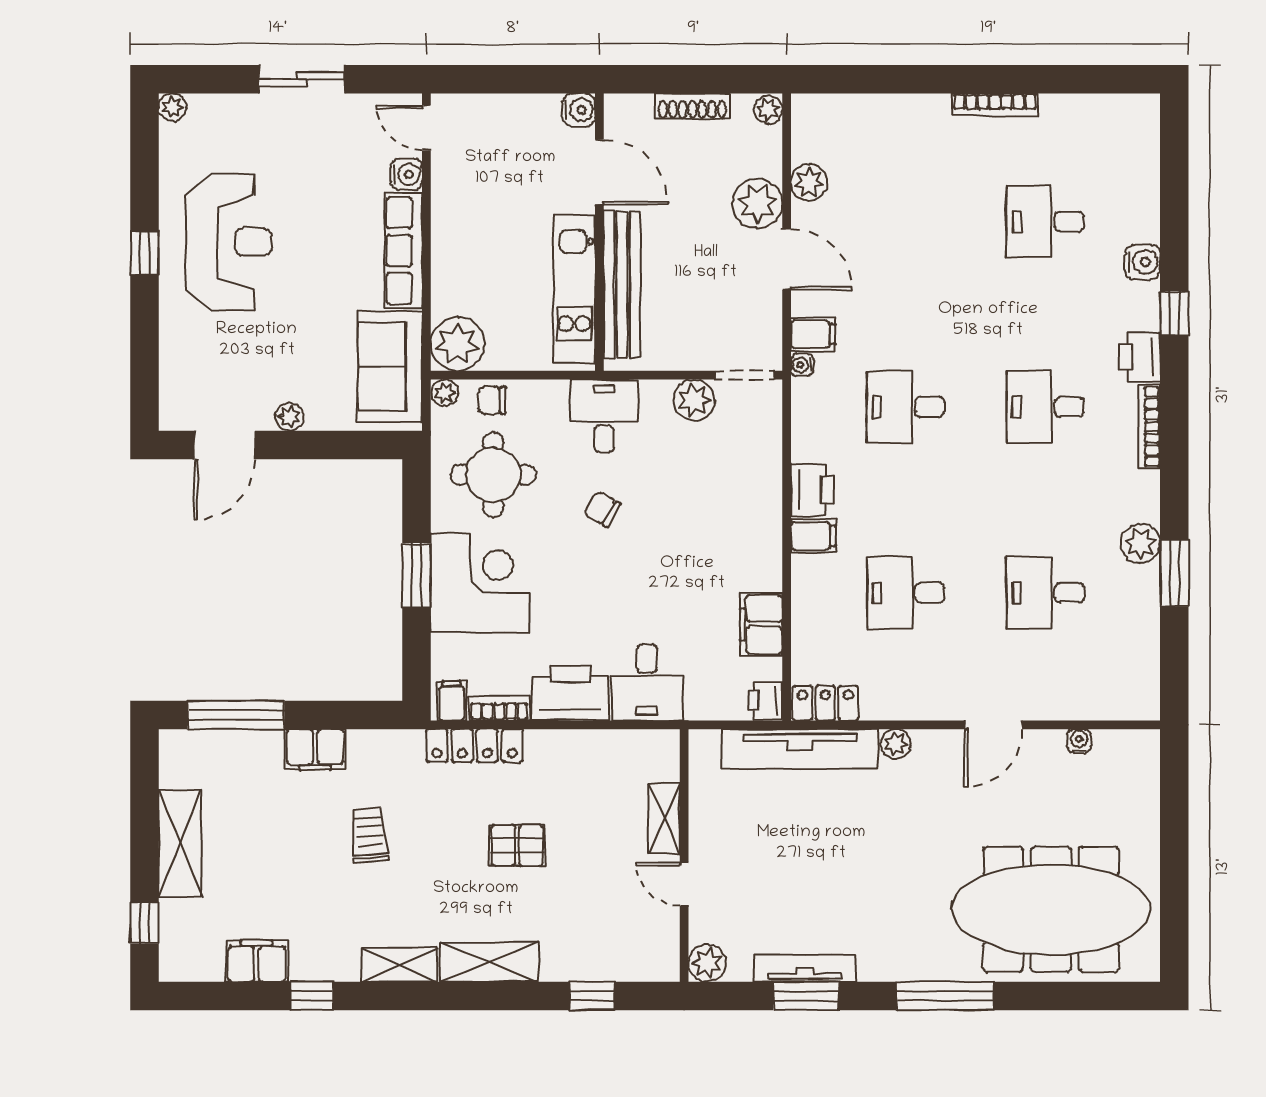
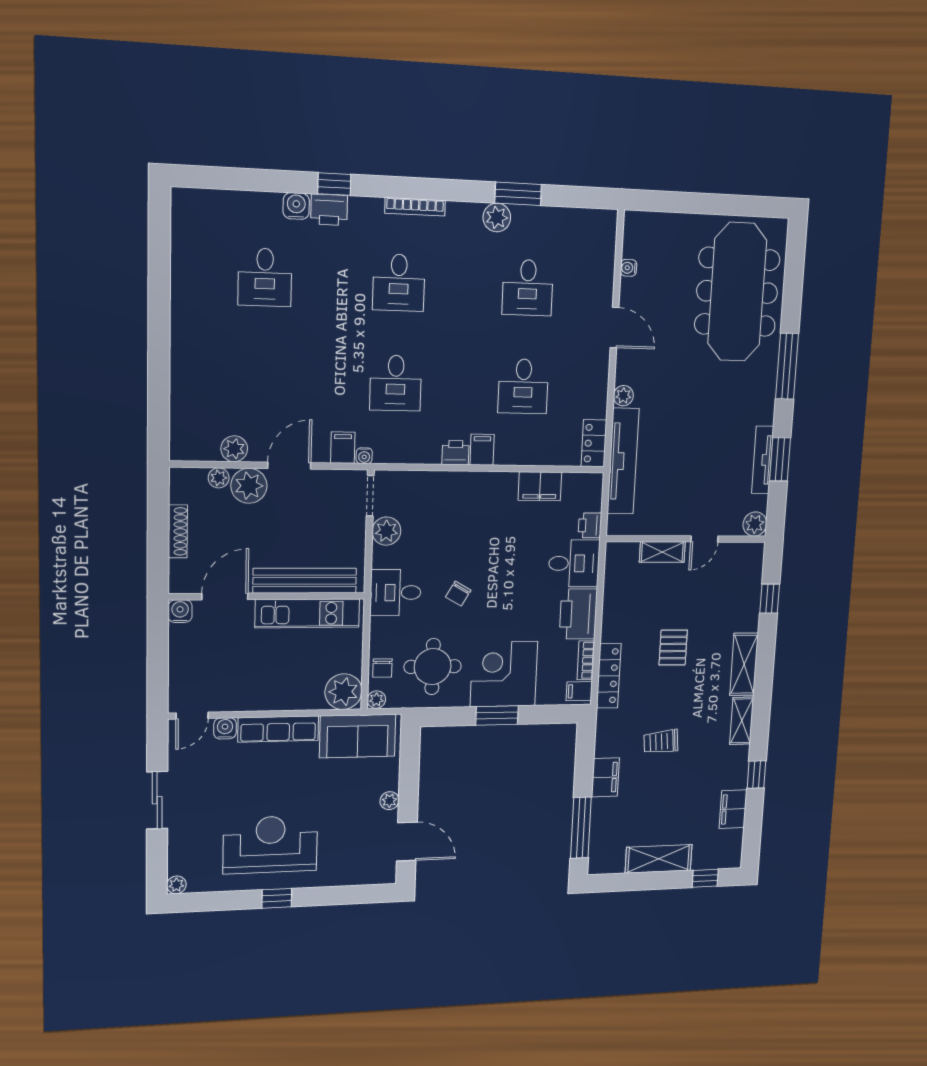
bookcase: (995, 104) -> (178, 312), removed
plant: (768, 110) -> (219, 478), moved
printer: (1140, 357) -> (329, 210), moved
printer: (813, 490) -> (455, 453), width x0.73, depth x0.81
printer: (765, 700) -> (590, 525), moved, turned 90

